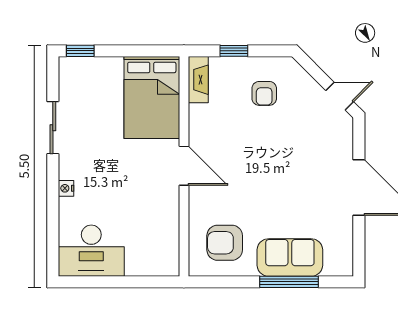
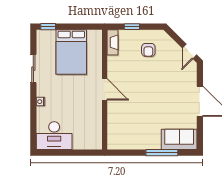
door: (340, 96) -> (190, 51), swing flipped
bed: (152, 97) -> (71, 52), moved
armchair: (225, 243) -> (127, 131), removed
sofa: (290, 258) -> (179, 139), moved

